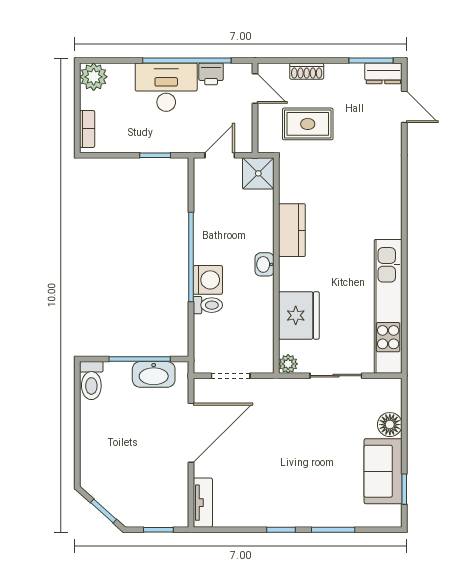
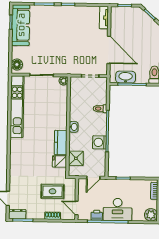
shower: (258, 173) -> (76, 158), moved
washing machine: (208, 280) -> (99, 142), moved
fridge: (299, 315) -> (59, 161), moved, width x0.53, depth x0.75
floor lamp: (390, 425) -> (17, 64), moved
door: (191, 433) -> (109, 50), swing flipped
sofa: (383, 471) -> (21, 25), width x1.36

